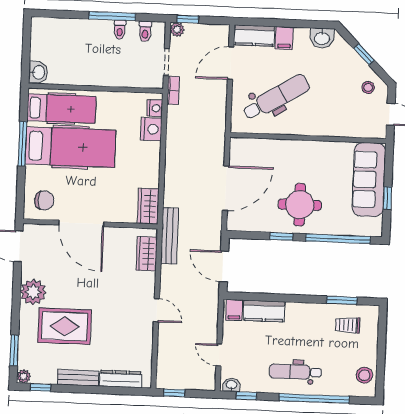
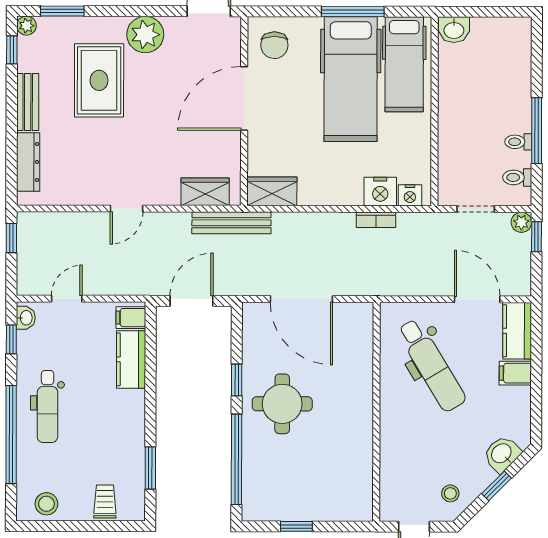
washbasin: (322, 38) -> (502, 454), moved, turned 45
bookcase: (173, 90) -> (376, 220), moved
sofa: (369, 179) -> (321, 499), removed
trolley: (348, 325) -> (105, 501), moved
dental chair: (295, 372) -> (47, 407), turned 180

